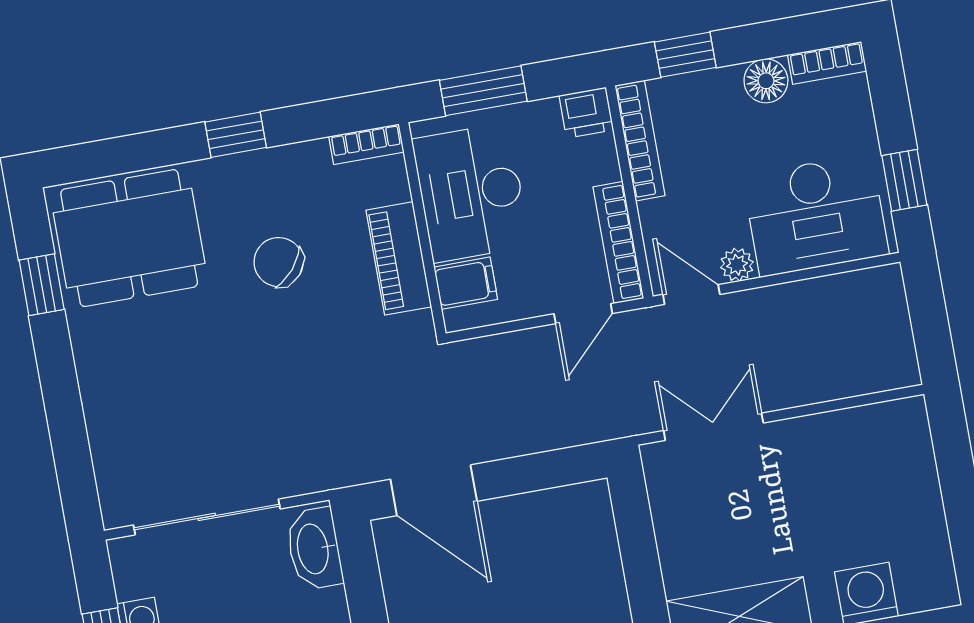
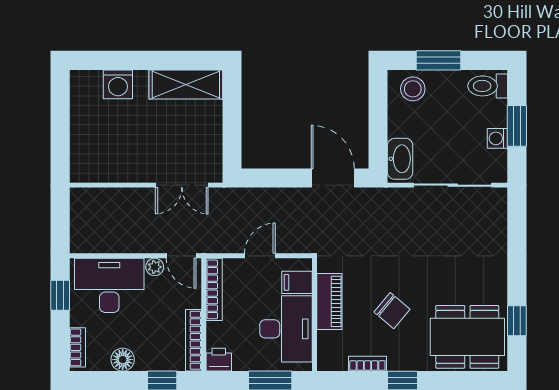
bookcase: (827, 63) -> (77, 347), moved, turned 90
bookcase: (366, 144) -> (367, 364), moved
door: (583, 314) -> (260, 256), moved

